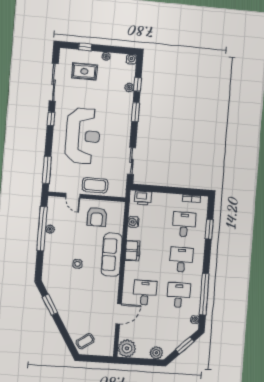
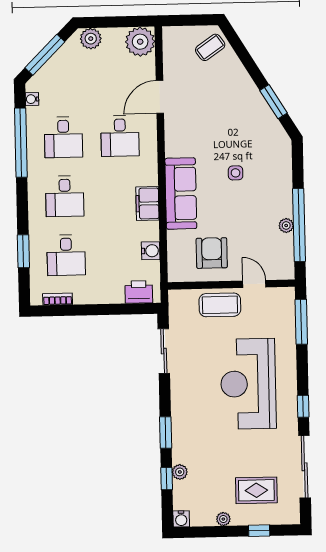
window: (185, 345) -> (45, 55), width x1.44

